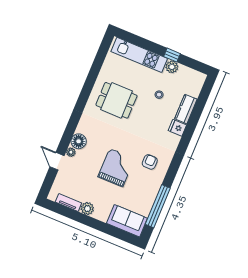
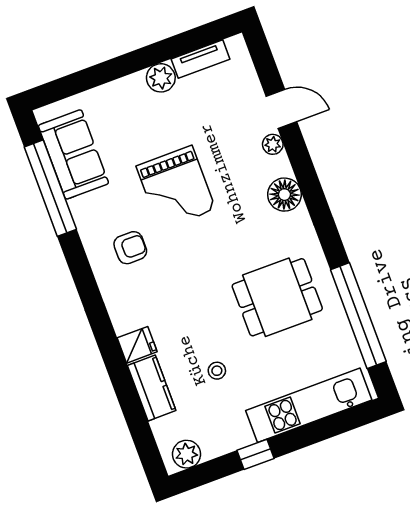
plant: (172, 67) -> (187, 454), moved
window: (95, 69) -> (358, 316), added
floor lamp: (79, 141) -> (284, 195), moved
armchair: (150, 162) -> (130, 248), turned -90
sofa: (127, 221) -> (73, 154), moved, turned -90

